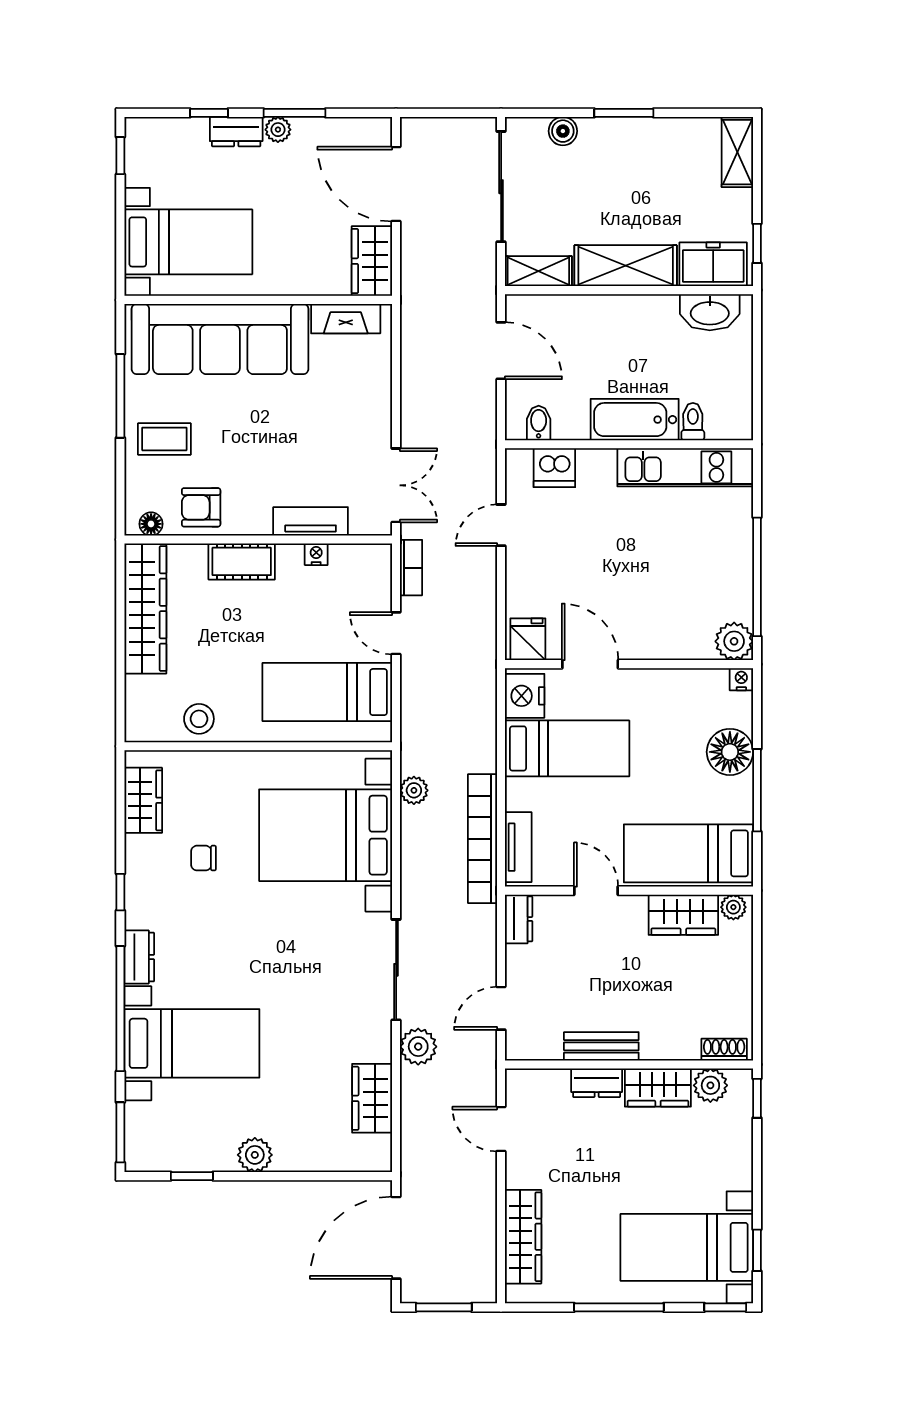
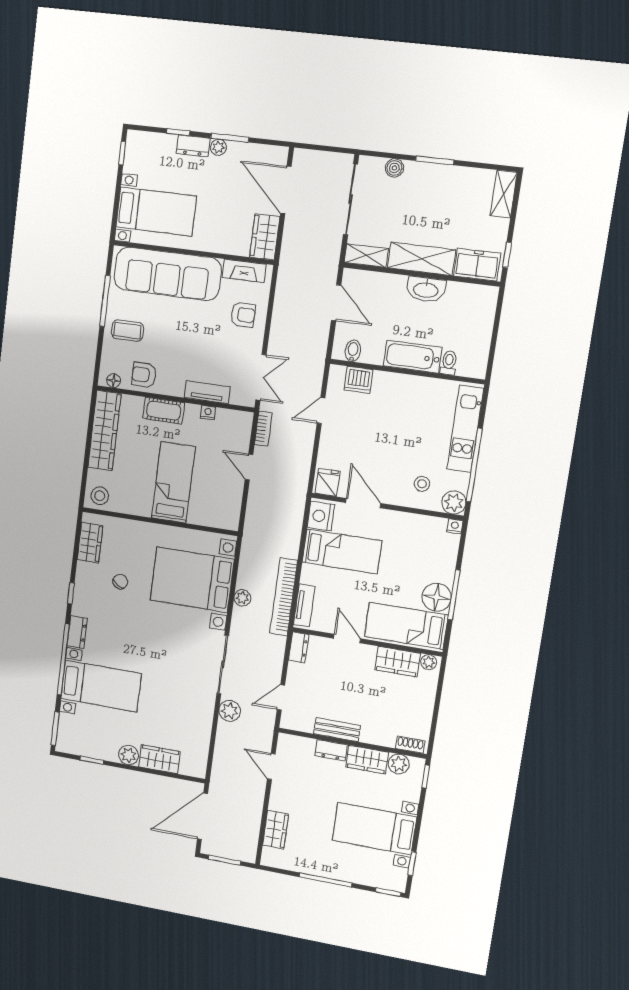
washbasin: (710, 312) -> (426, 289), moved
armchair: (353, 389) -> (243, 315), added
kitchen unit: (685, 467) -> (465, 429), moved, turned 90
stool: (679, 619) -> (422, 484), added
bed: (327, 692) -> (173, 482), moved, turned 90
stool: (199, 719) -> (100, 496), moved
floor lamp: (730, 752) -> (437, 597), moved
plant: (414, 790) -> (242, 598), moved
chair: (203, 858) -> (120, 582), turned 122
wardrobe: (372, 1098) -> (159, 759), moved, turned 90
wardrobe: (523, 1237) -> (276, 830), width x0.67
bed with nightstands: (687, 1247) -> (374, 829), moved

